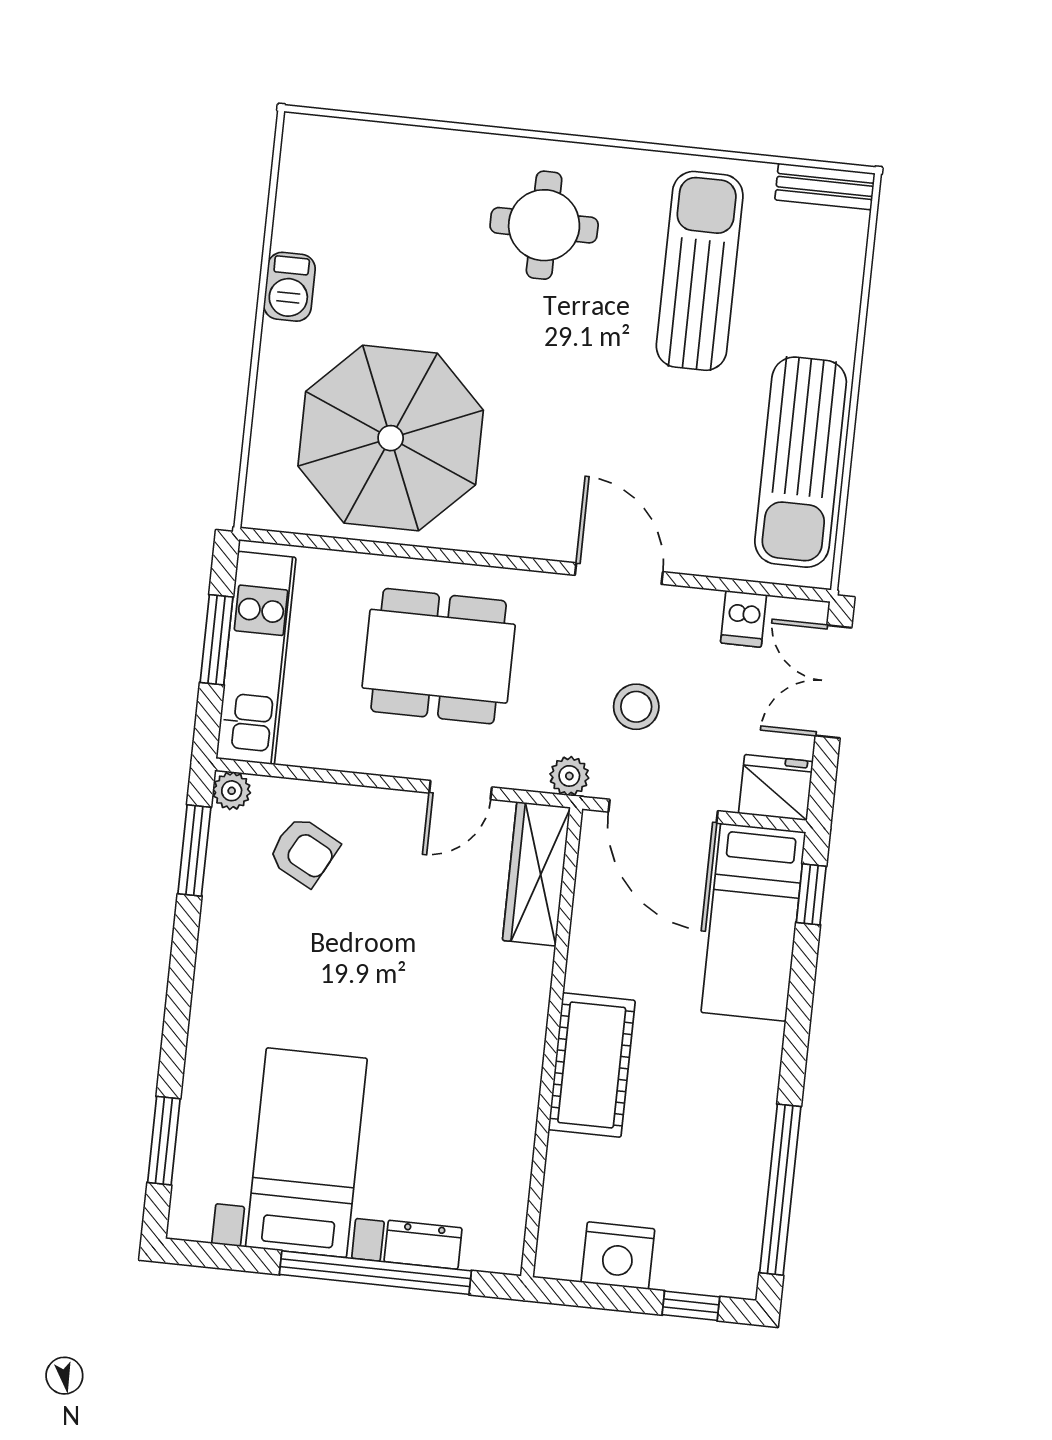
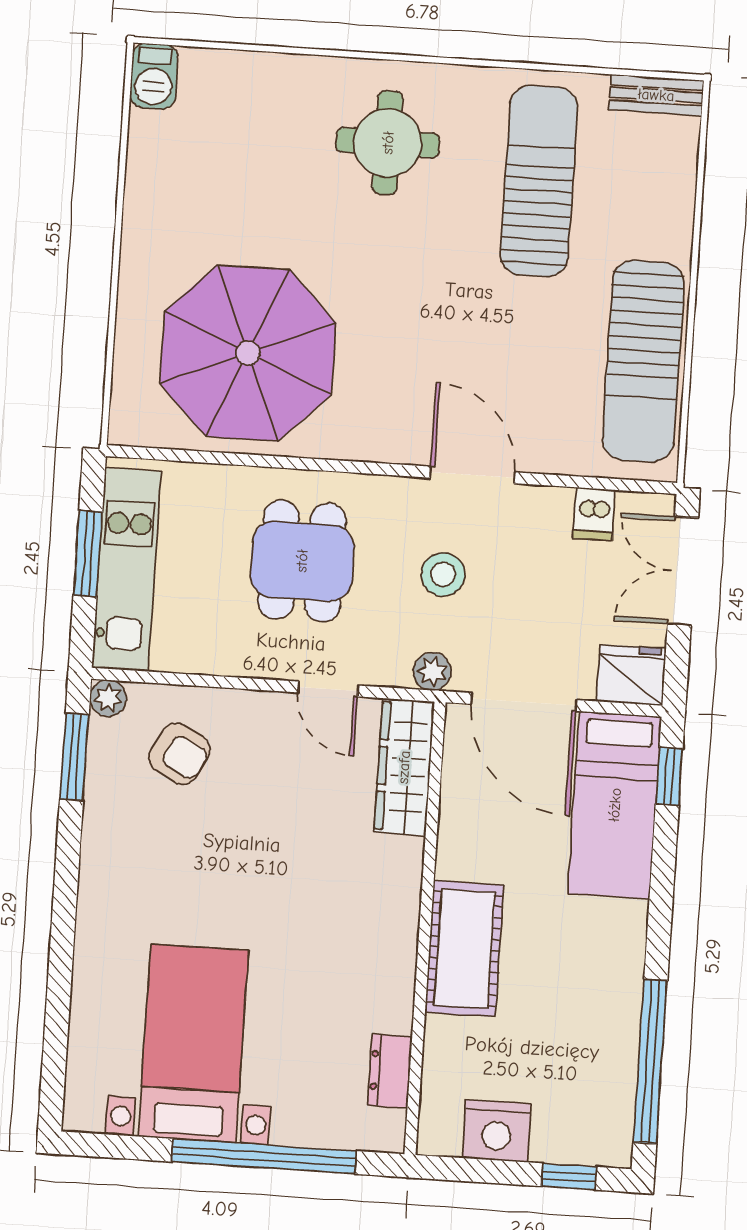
barbecue: (289, 287) -> (154, 76), moved
dining table: (439, 656) -> (302, 561), width x0.73
stool: (636, 707) -> (443, 574), moved
door: (461, 790) -> (328, 689), hinge flipped
window: (164, 1141) -> (56, 1037), removed
dresser: (423, 1245) -> (390, 1071), moved, turned -90

